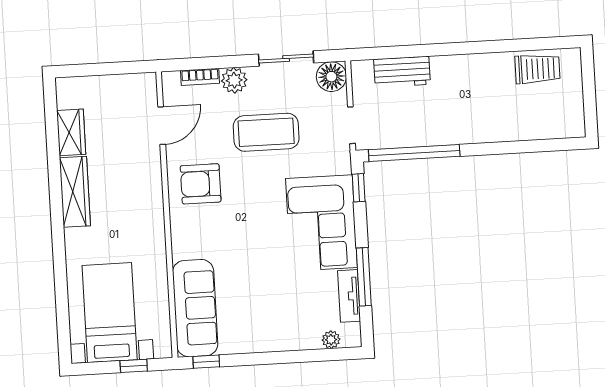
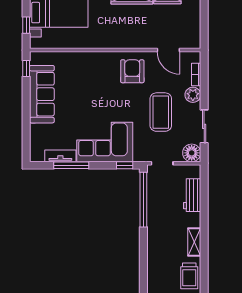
shelving: (480, 64) -> (194, 242), added
sofa: (195, 308) -> (42, 94), moved, turned -90
plant: (331, 340) -> (35, 144), removed

